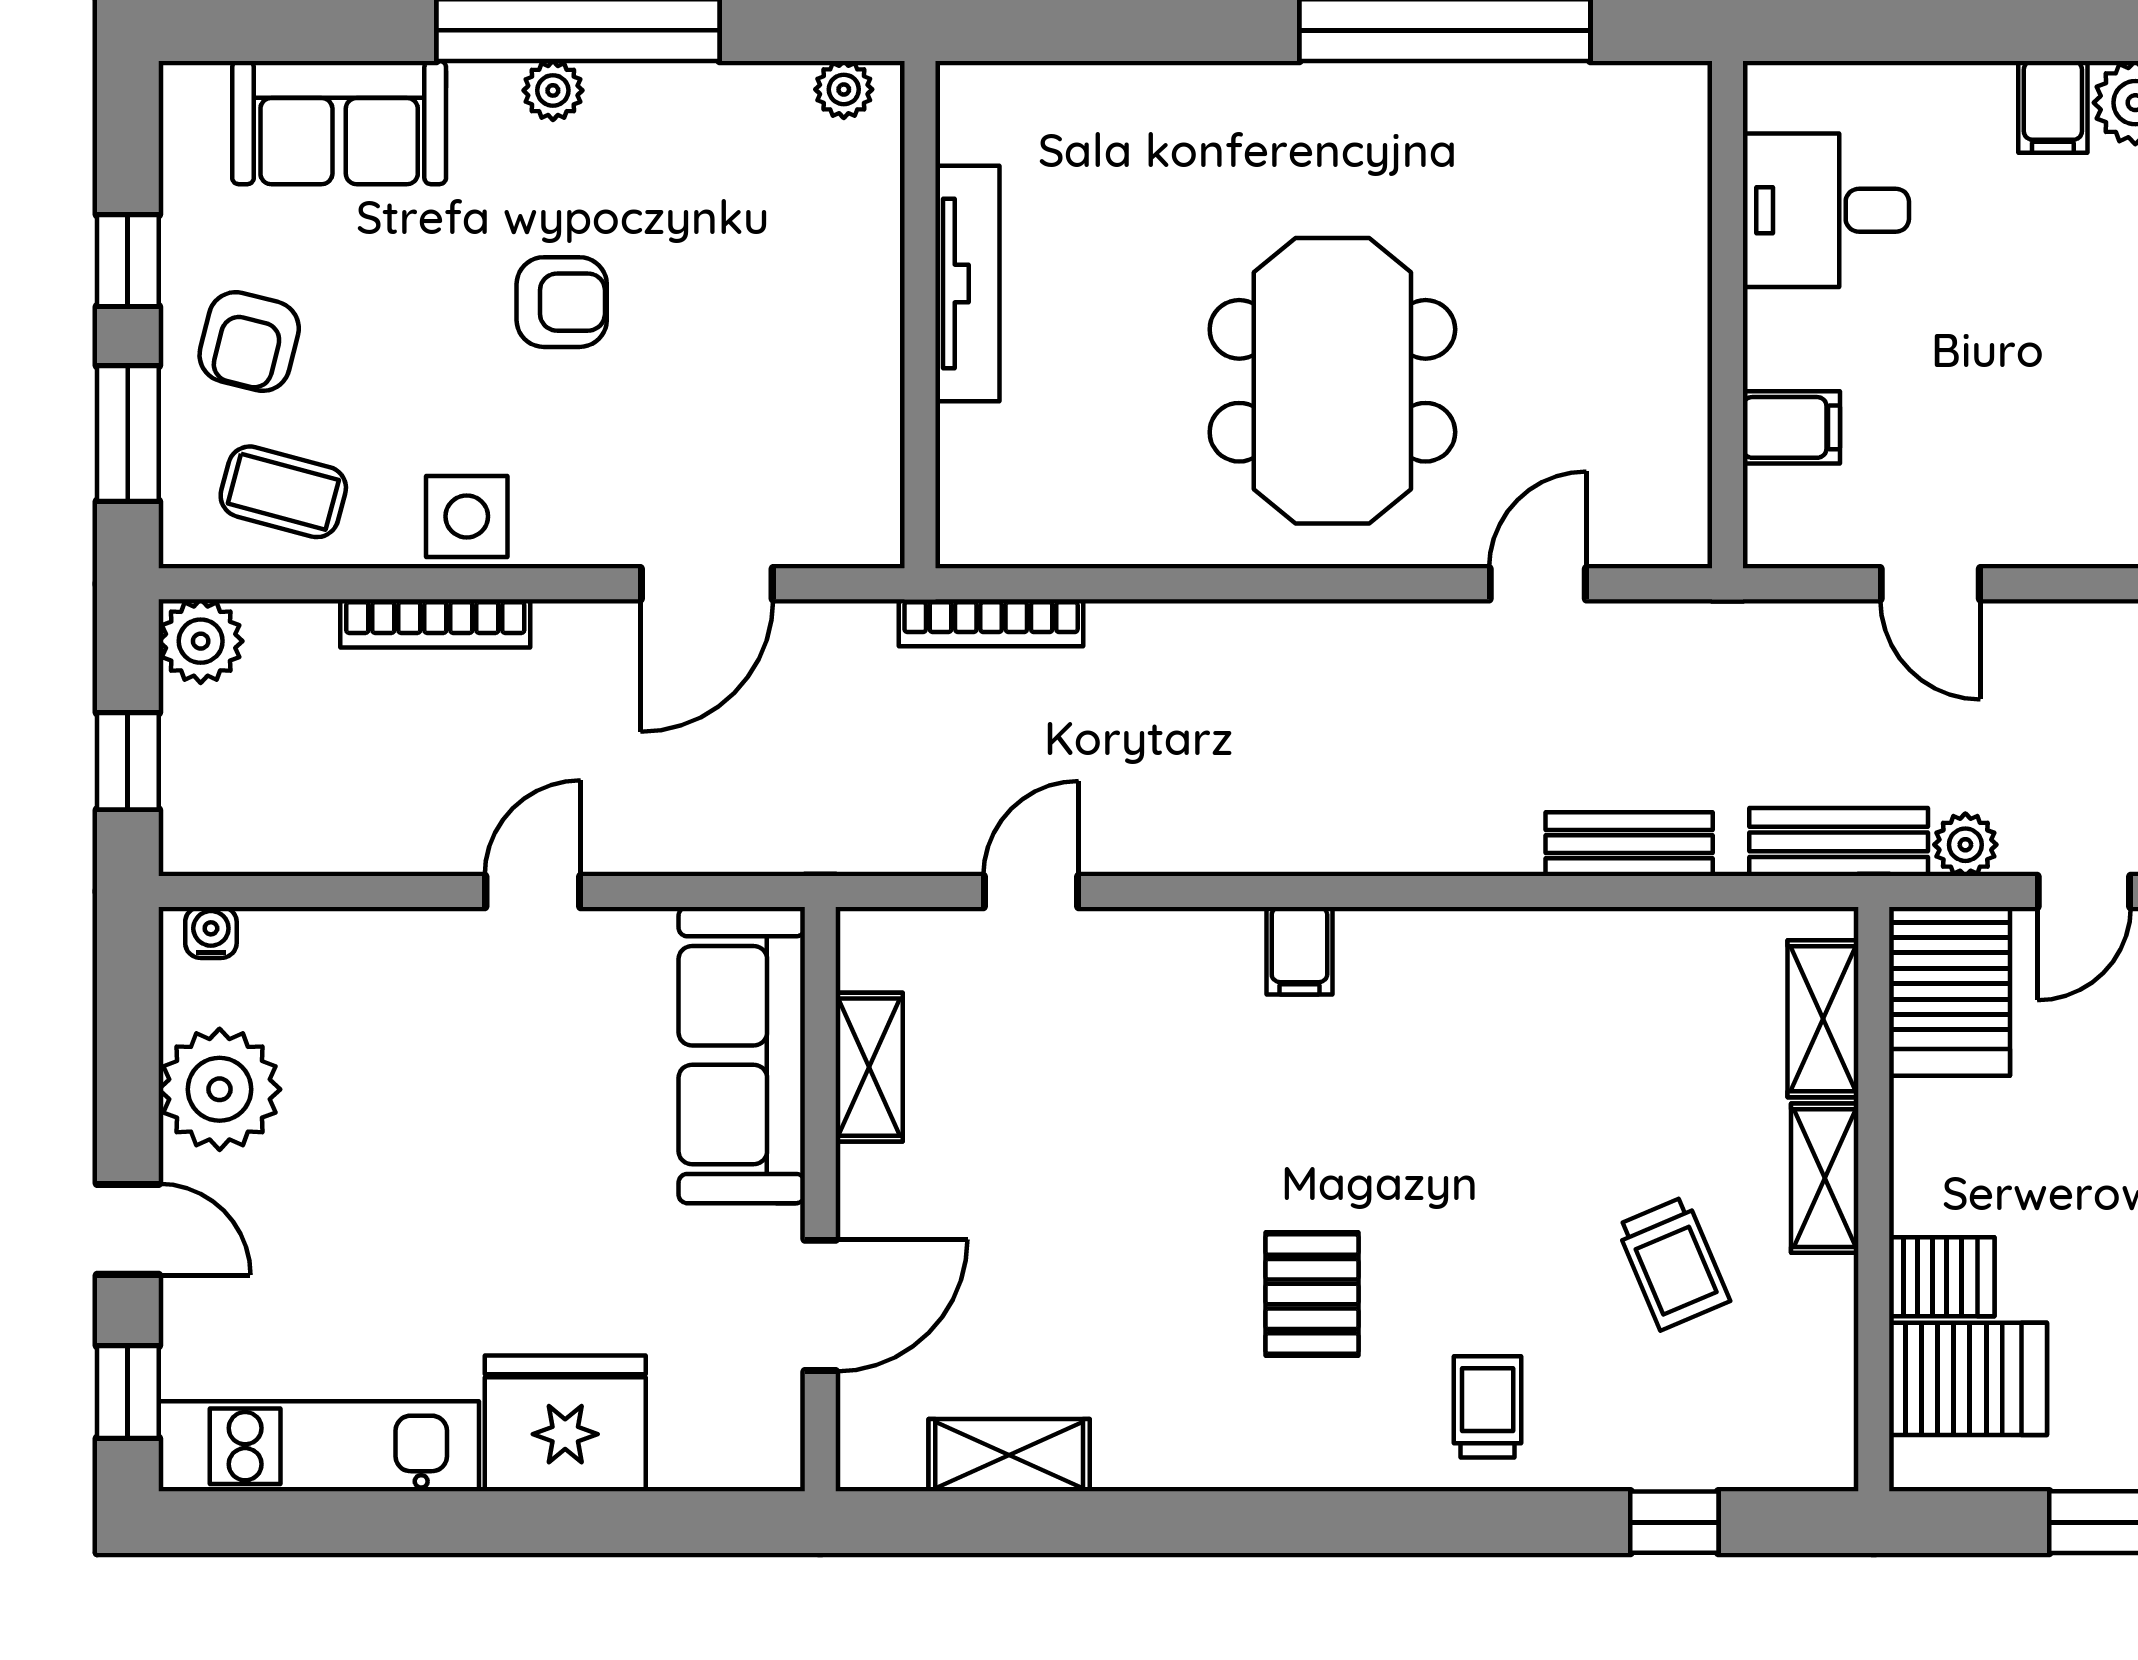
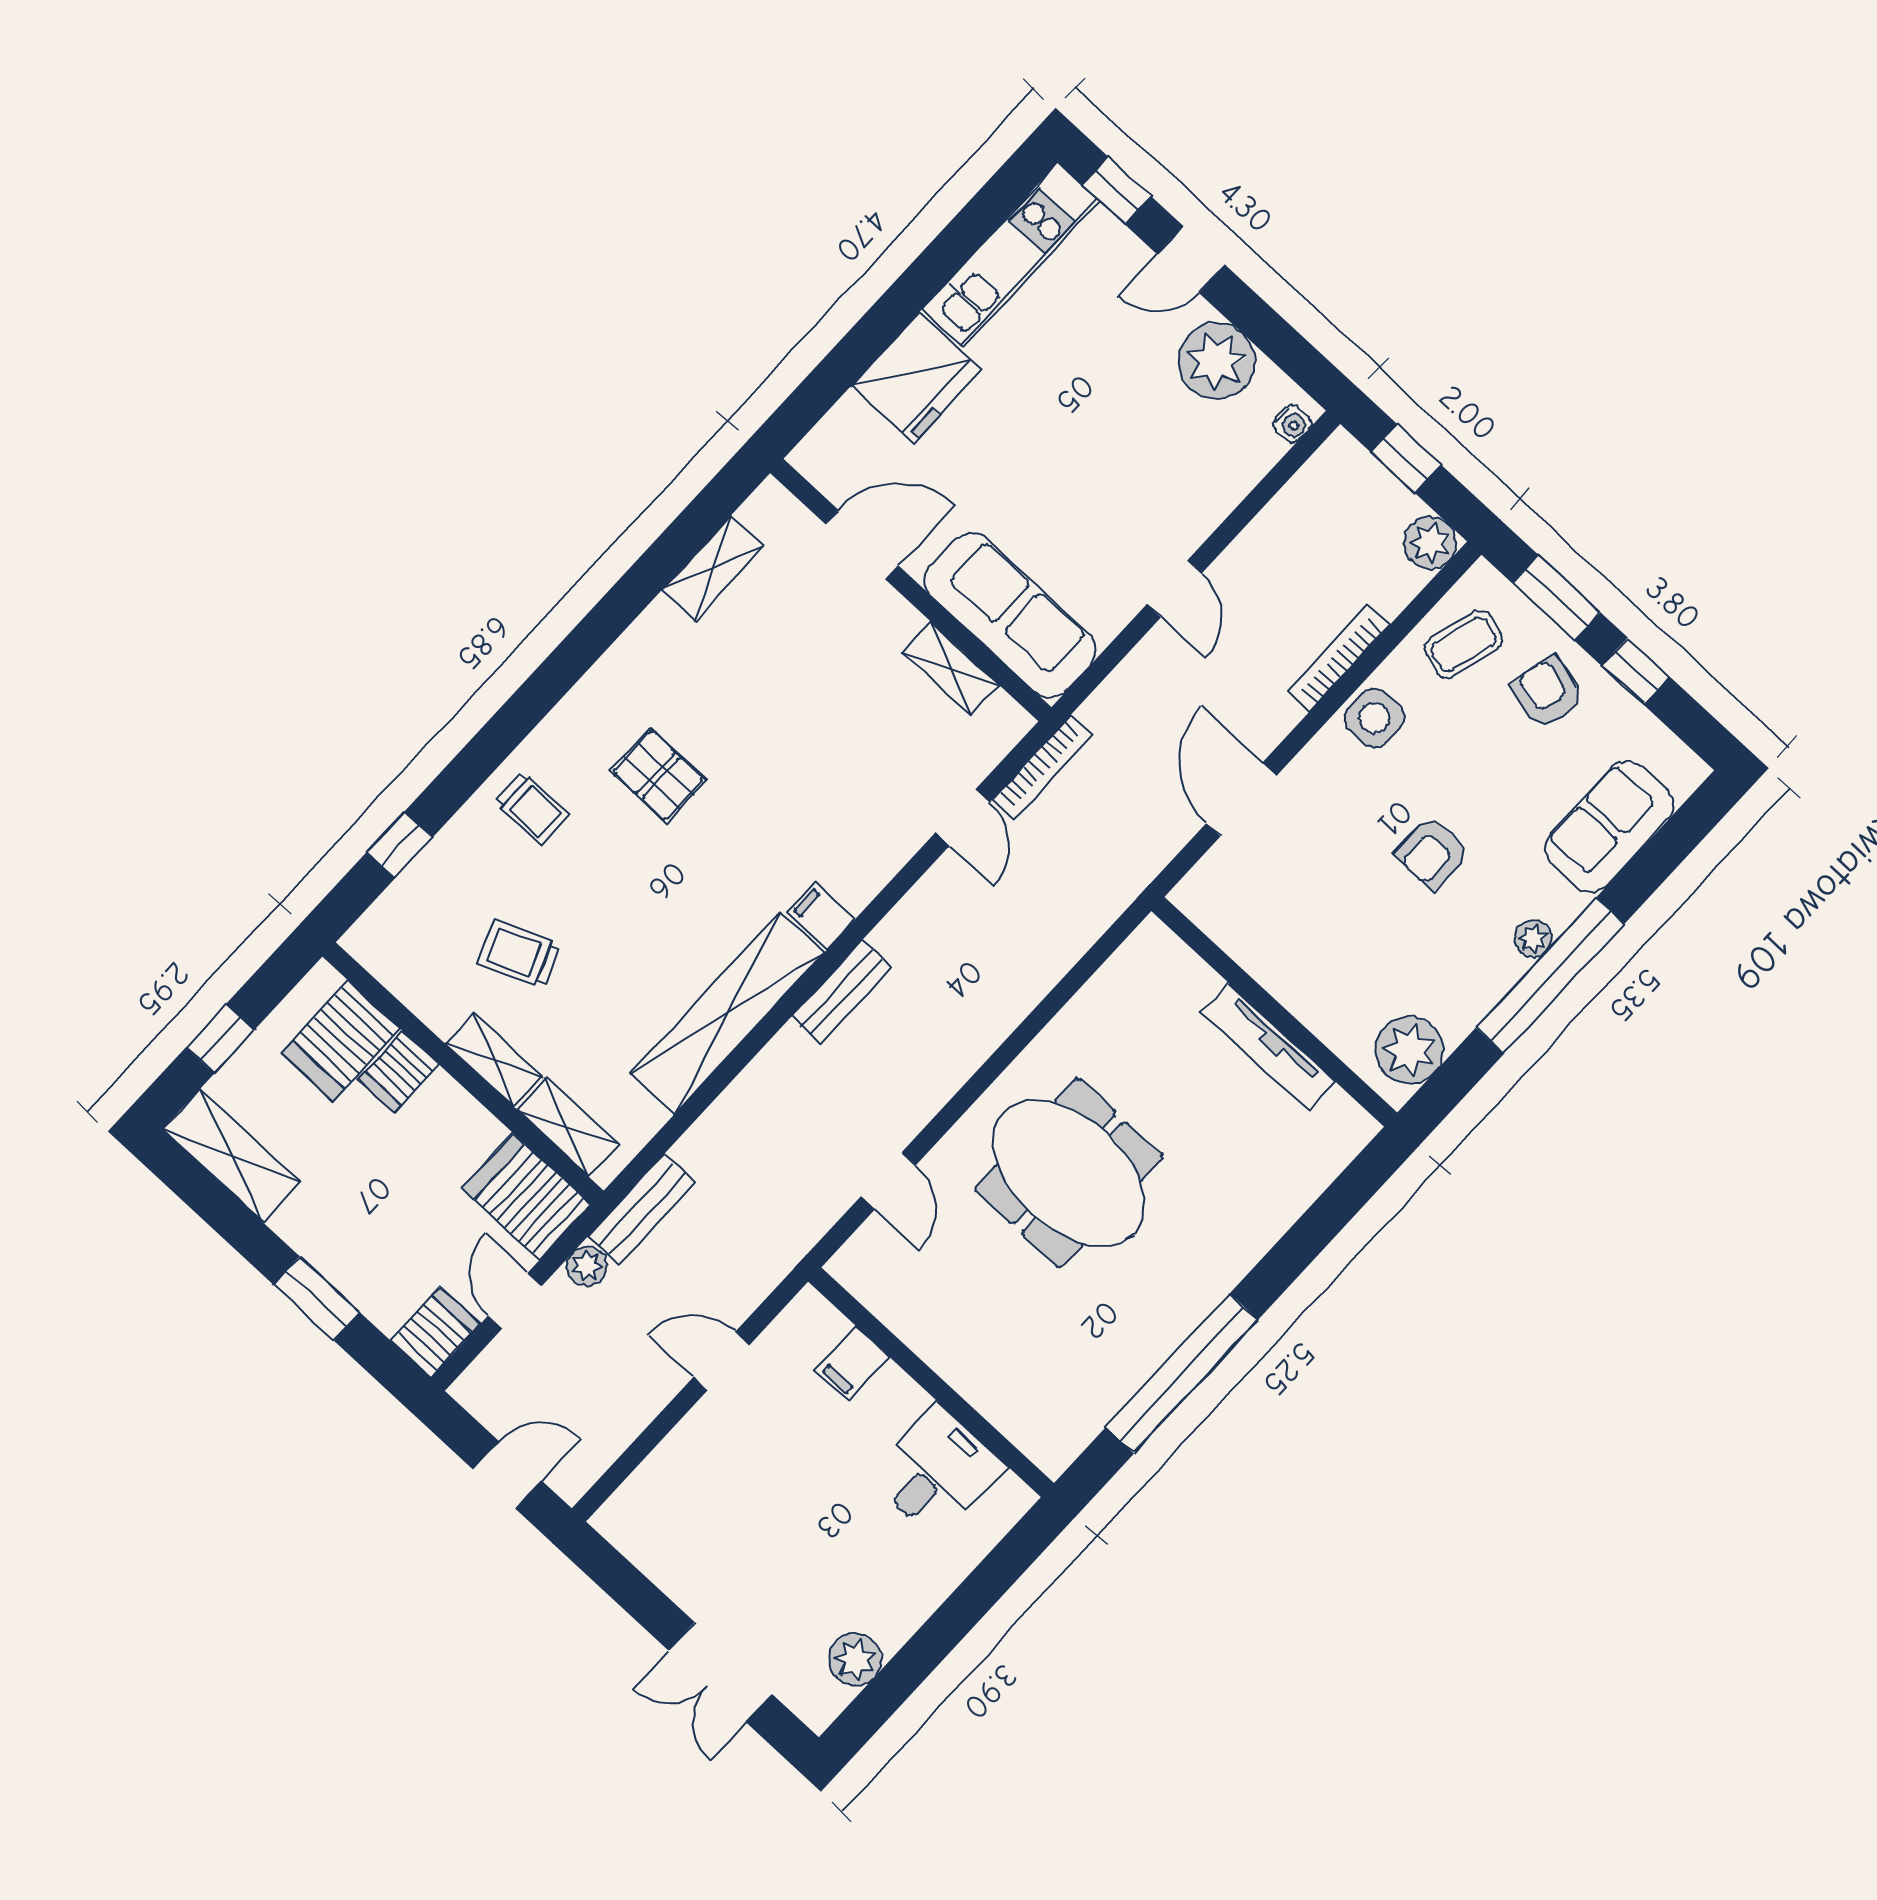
plant: (844, 89) -> (1409, 1050), width x1.87, depth x1.87
filing cabinet: (2053, 107) -> (888, 1620), removed
bookcase: (991, 623) -> (1043, 767), moved, turned 180
bench: (1629, 844) -> (841, 992), moved
shelving: (1515, 955) -> (727, 1013), added
door: (820, 1305) -> (862, 545), swing flipped

